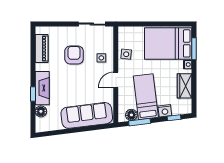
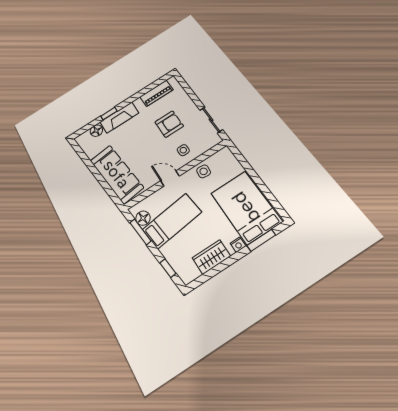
nightstand: (165, 111) -> (169, 252), removed

